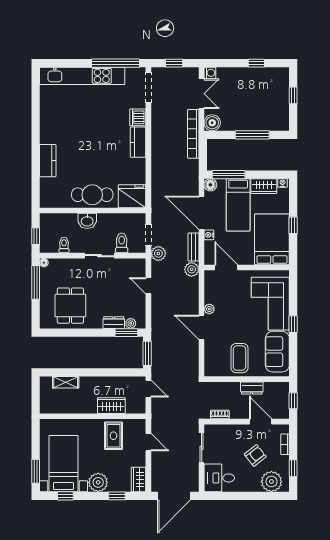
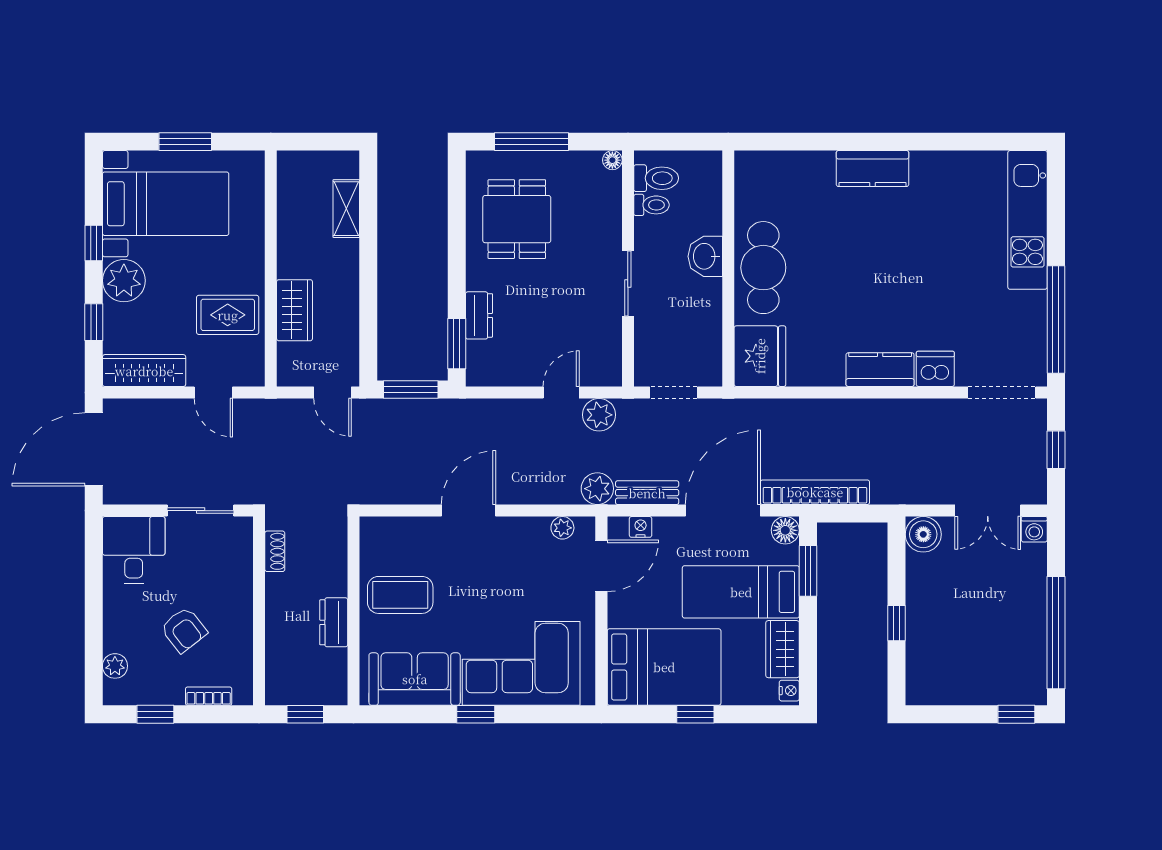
window: (256, 63) -> (1056, 633), width x3.17
kitchen unit: (82, 76) -> (1027, 220), width x0.73
window: (293, 95) -> (1016, 714), moved
bookcase: (193, 134) -> (815, 492), moved
window: (252, 135) -> (897, 623), width x0.46
kitchen counter: (48, 161) -> (873, 169), moved
window: (229, 175) -> (808, 571), width x0.69
nightstand: (209, 235) -> (641, 527), moved
window: (36, 236) -> (671, 142), removed
toilet: (122, 243) -> (656, 178), moved
plant: (158, 253) -> (599, 415), moved
window: (36, 282) -> (532, 142), moved
dining table: (70, 306) -> (517, 219), turned 90
plant: (209, 309) -> (562, 528), moved
plant: (131, 323) -> (477, 353), removed
door: (148, 389) -> (332, 392), hinge flipped
door: (261, 422) -> (259, 642), removed
door: (148, 442) -> (213, 392), hinge flipped
window: (36, 471) -> (185, 142), moved
wardrobe: (139, 480) -> (144, 371), width x1.50
plant: (271, 482) -> (115, 666), width x0.53, depth x0.53
window: (65, 496) -> (94, 243), moved
door: (174, 496) -> (94, 449), hinge flipped

